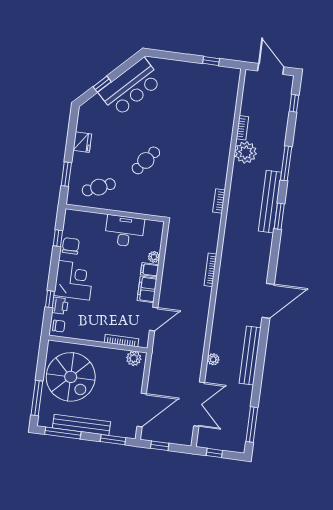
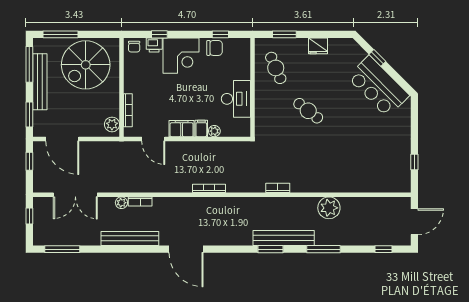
bookcase: (242, 128) -> (140, 201), moved

